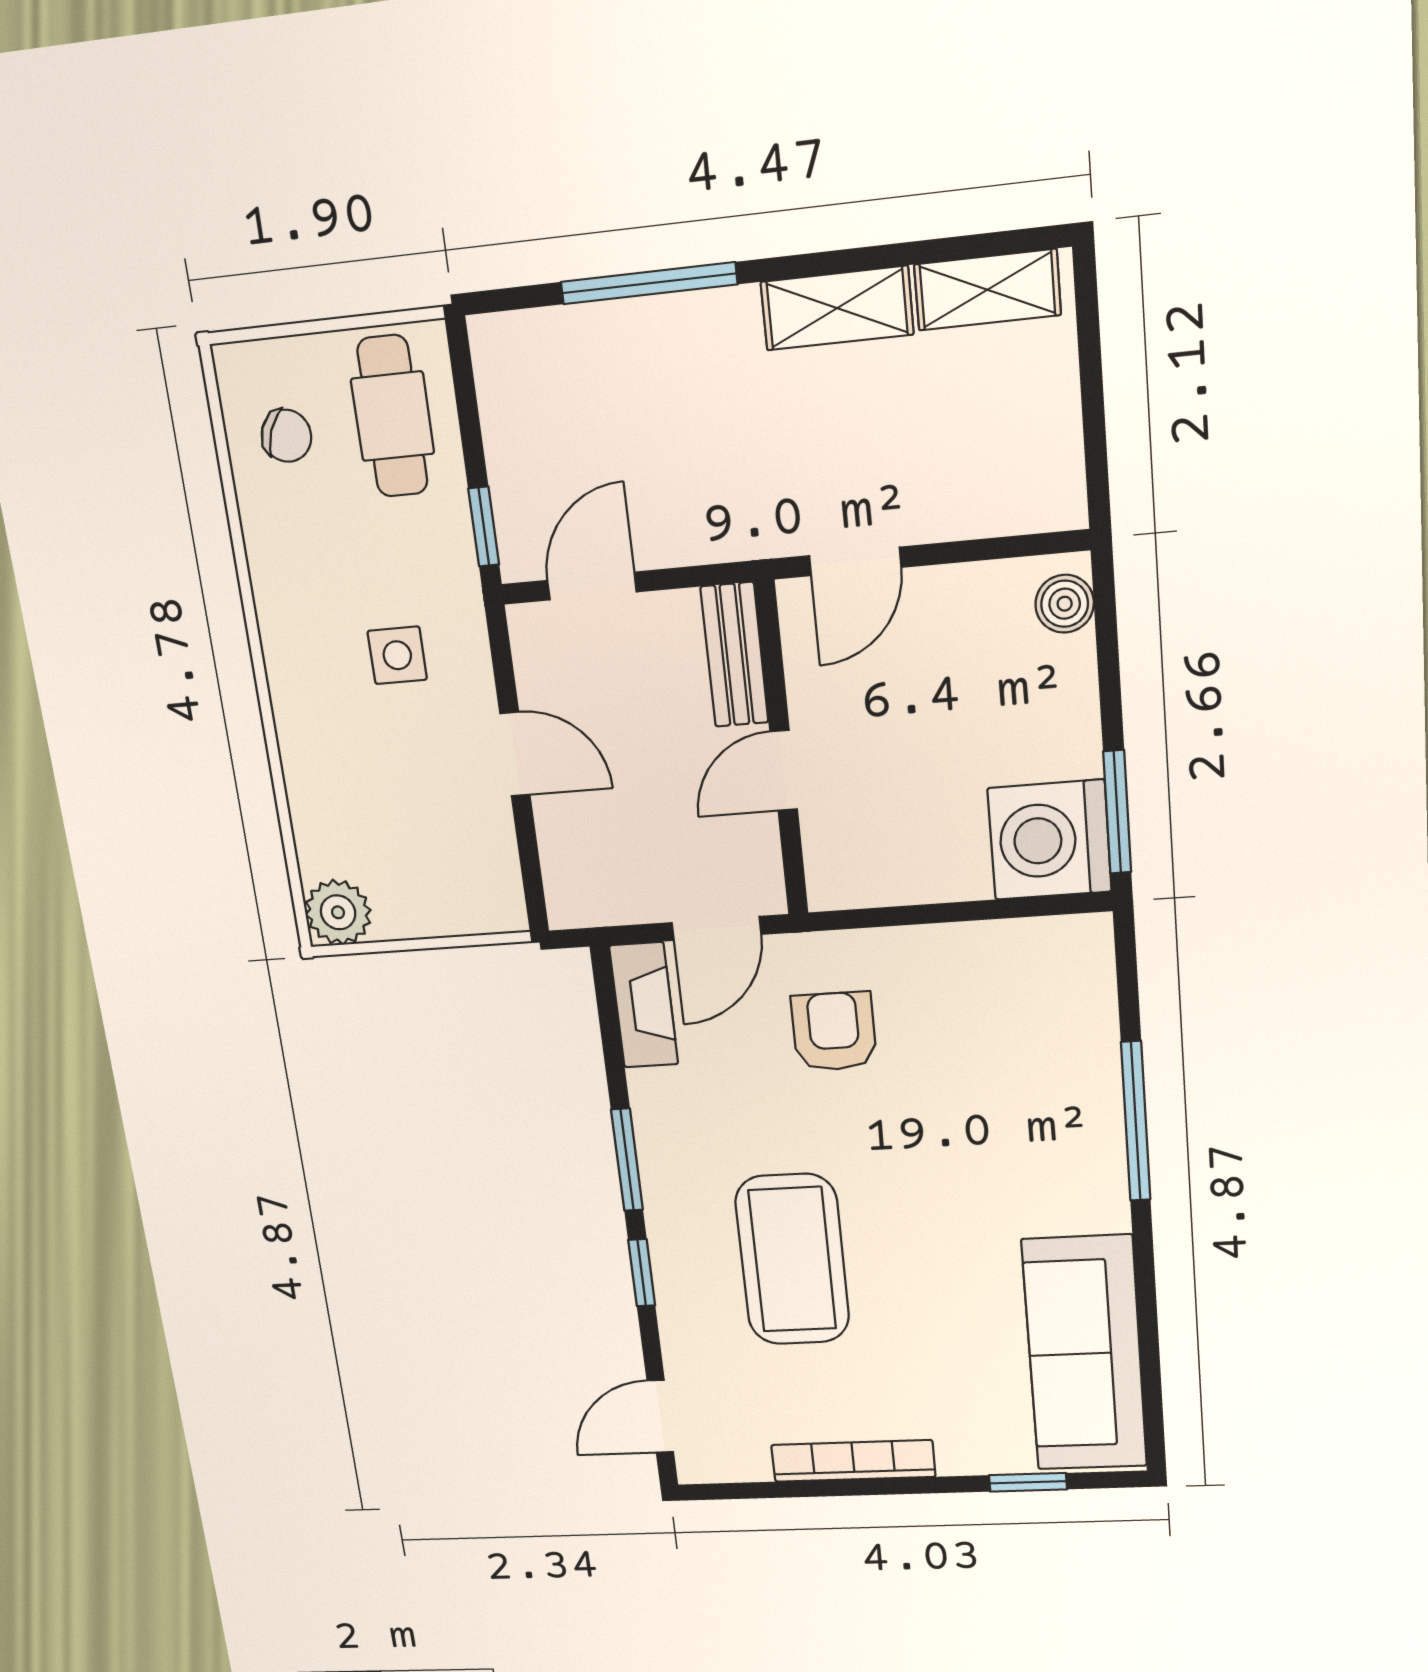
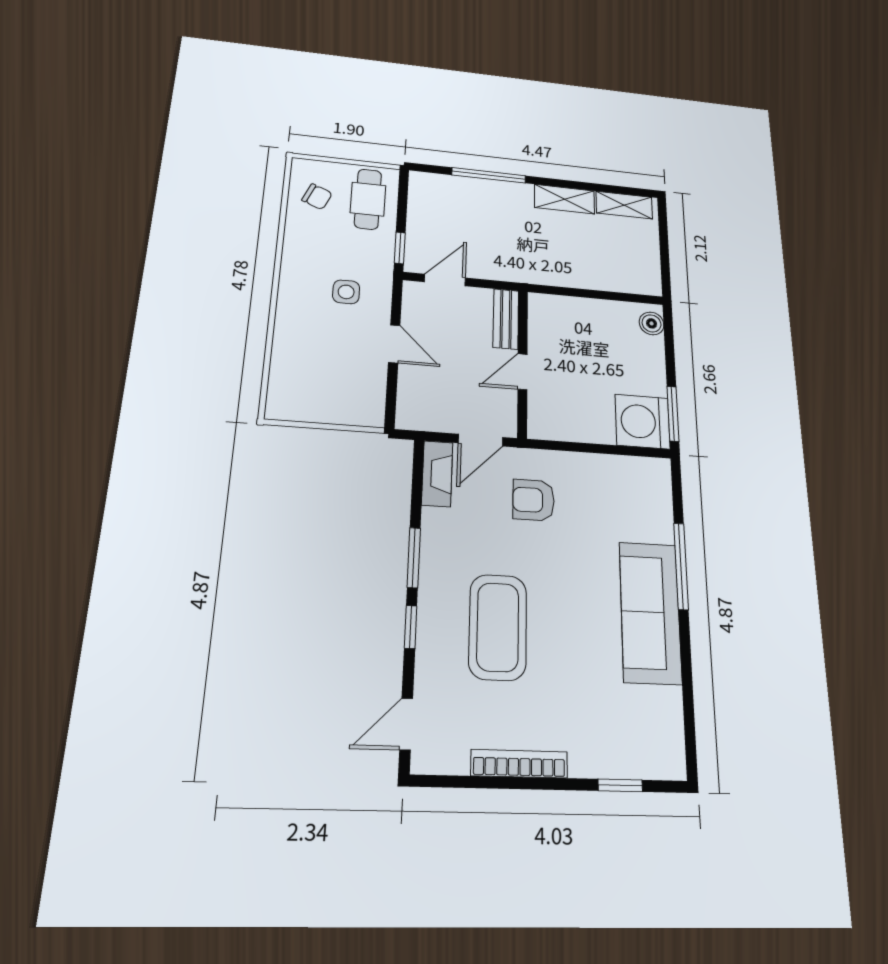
door: (855, 561) -> (564, 291), removed
plant: (338, 912) -> (284, 404), removed
armchair: (834, 1031) -> (534, 500), turned -90
sofa: (1085, 1354) -> (650, 612), moved

